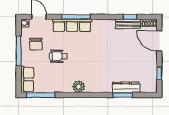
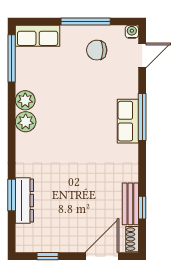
row of seats: (72, 25) -> (128, 121), width x0.68
wheelchair: (58, 56) -> (77, 88), removed
plant: (66, 87) -> (25, 100), added

